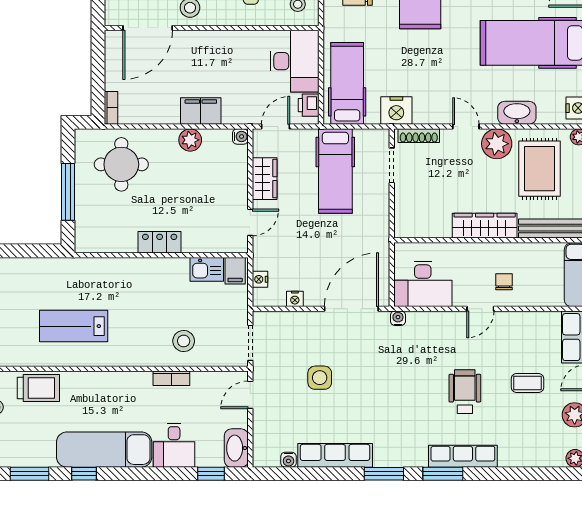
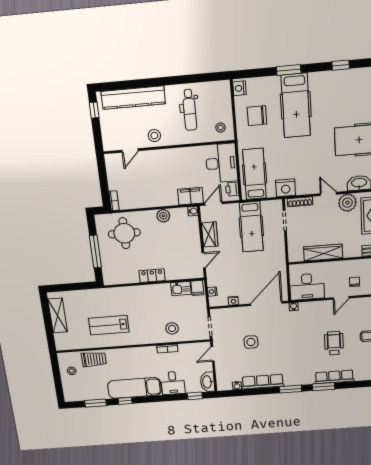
door: (148, 28) -> (130, 150), width x0.53
filing cabinet: (201, 111) -> (191, 196), moved
wardrobe: (485, 226) -> (323, 252), moved

